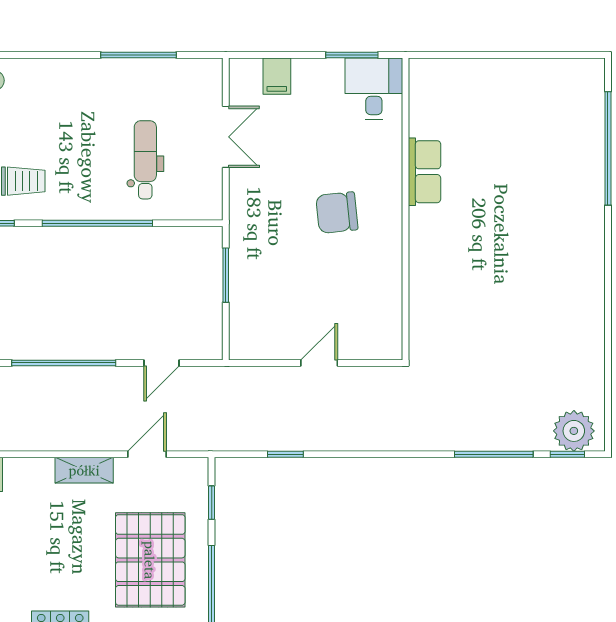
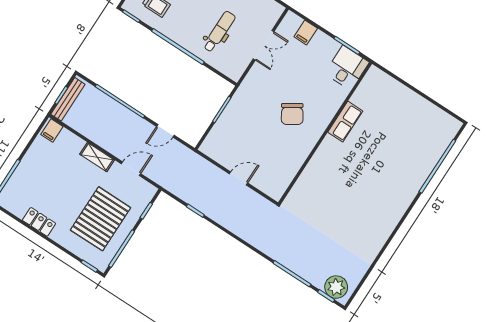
chair: (337, 213) -> (292, 114), turned -117

